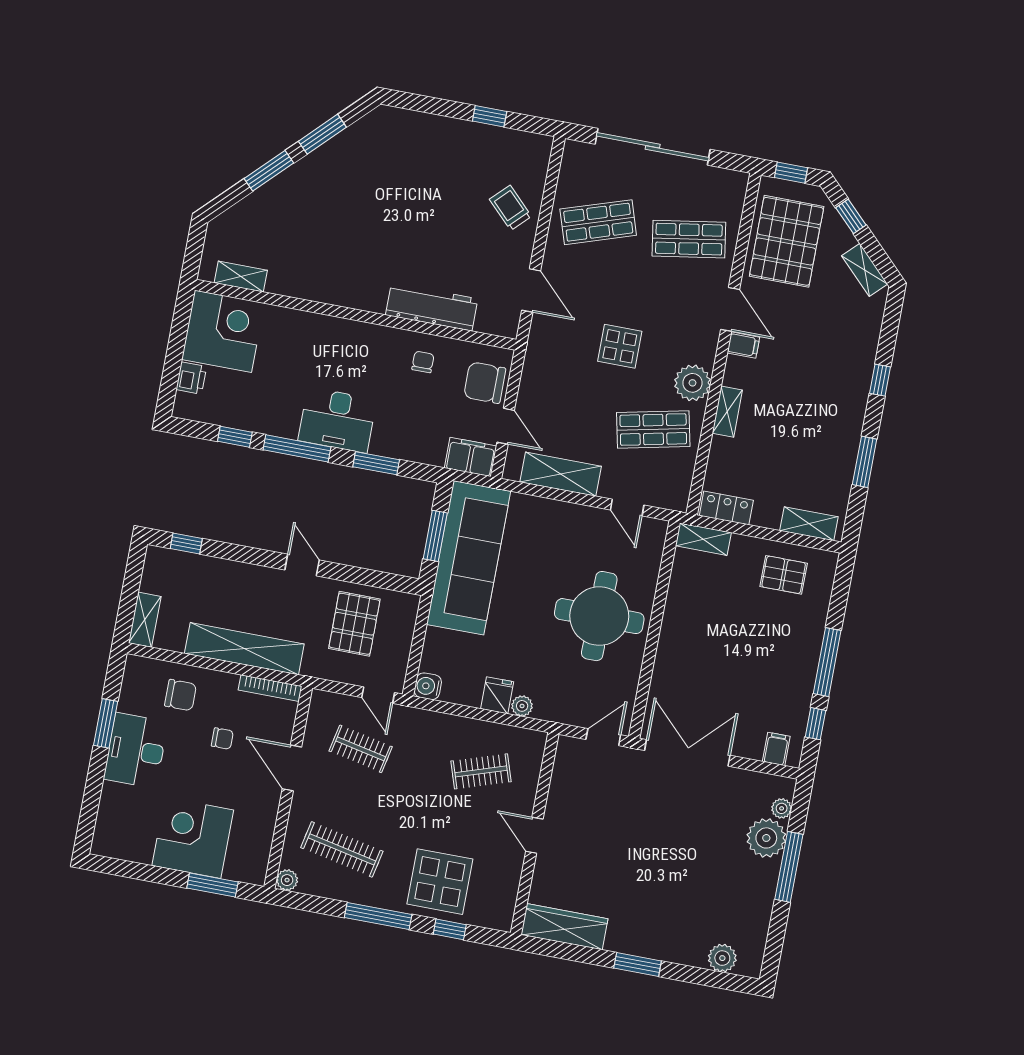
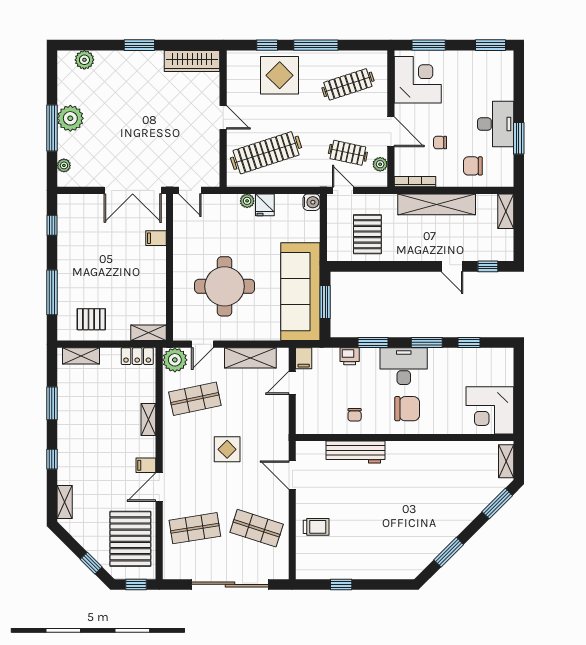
window: (269, 171) -> (497, 504), moved
trolley: (510, 208) -> (316, 527), turned -45
shop shelf: (598, 222) -> (257, 528), turned 36
shelving: (865, 270) -> (65, 502), moved, turned 45
shelving: (241, 277) -> (506, 461), moved, turned 90
door: (730, 309) -> (159, 487), hinge flipped
printer: (191, 378) -> (350, 356), moved, turned -90
chair: (485, 383) -> (407, 409), moved
plant: (692, 383) -> (175, 360), moved
door: (506, 426) -> (292, 383), hinge flipped
window: (297, 448) -> (427, 342), width x0.69
filing cabinet: (471, 457) -> (304, 358), width x0.50
door: (627, 508) -> (202, 344), swing flipped
door: (302, 565) -> (452, 266), moved
round table: (599, 616) -> (225, 286), moved
window: (827, 662) -> (52, 292), moved
door: (603, 737) -> (190, 190), hinge flipped
filing cabinet: (776, 749) -> (156, 238), moved, turned 90
clothes rail: (481, 771) -> (266, 153), width x1.86, depth x1.31
corner desk: (193, 838) -> (418, 80), moved, turned -90
plant: (766, 838) -> (70, 118), moved
clothes rail: (342, 849) -> (348, 84), turned -30
window: (121, 868) -> (491, 45), added
plant: (287, 880) -> (380, 164), moved

